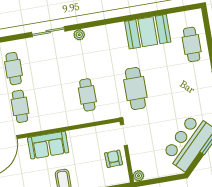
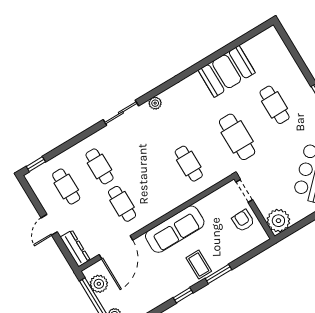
cafe table: (192, 44) -> (275, 105), moved
sofa: (48, 145) -> (175, 229), width x1.36
plant: (138, 176) -> (278, 221), width x1.88, depth x1.88

